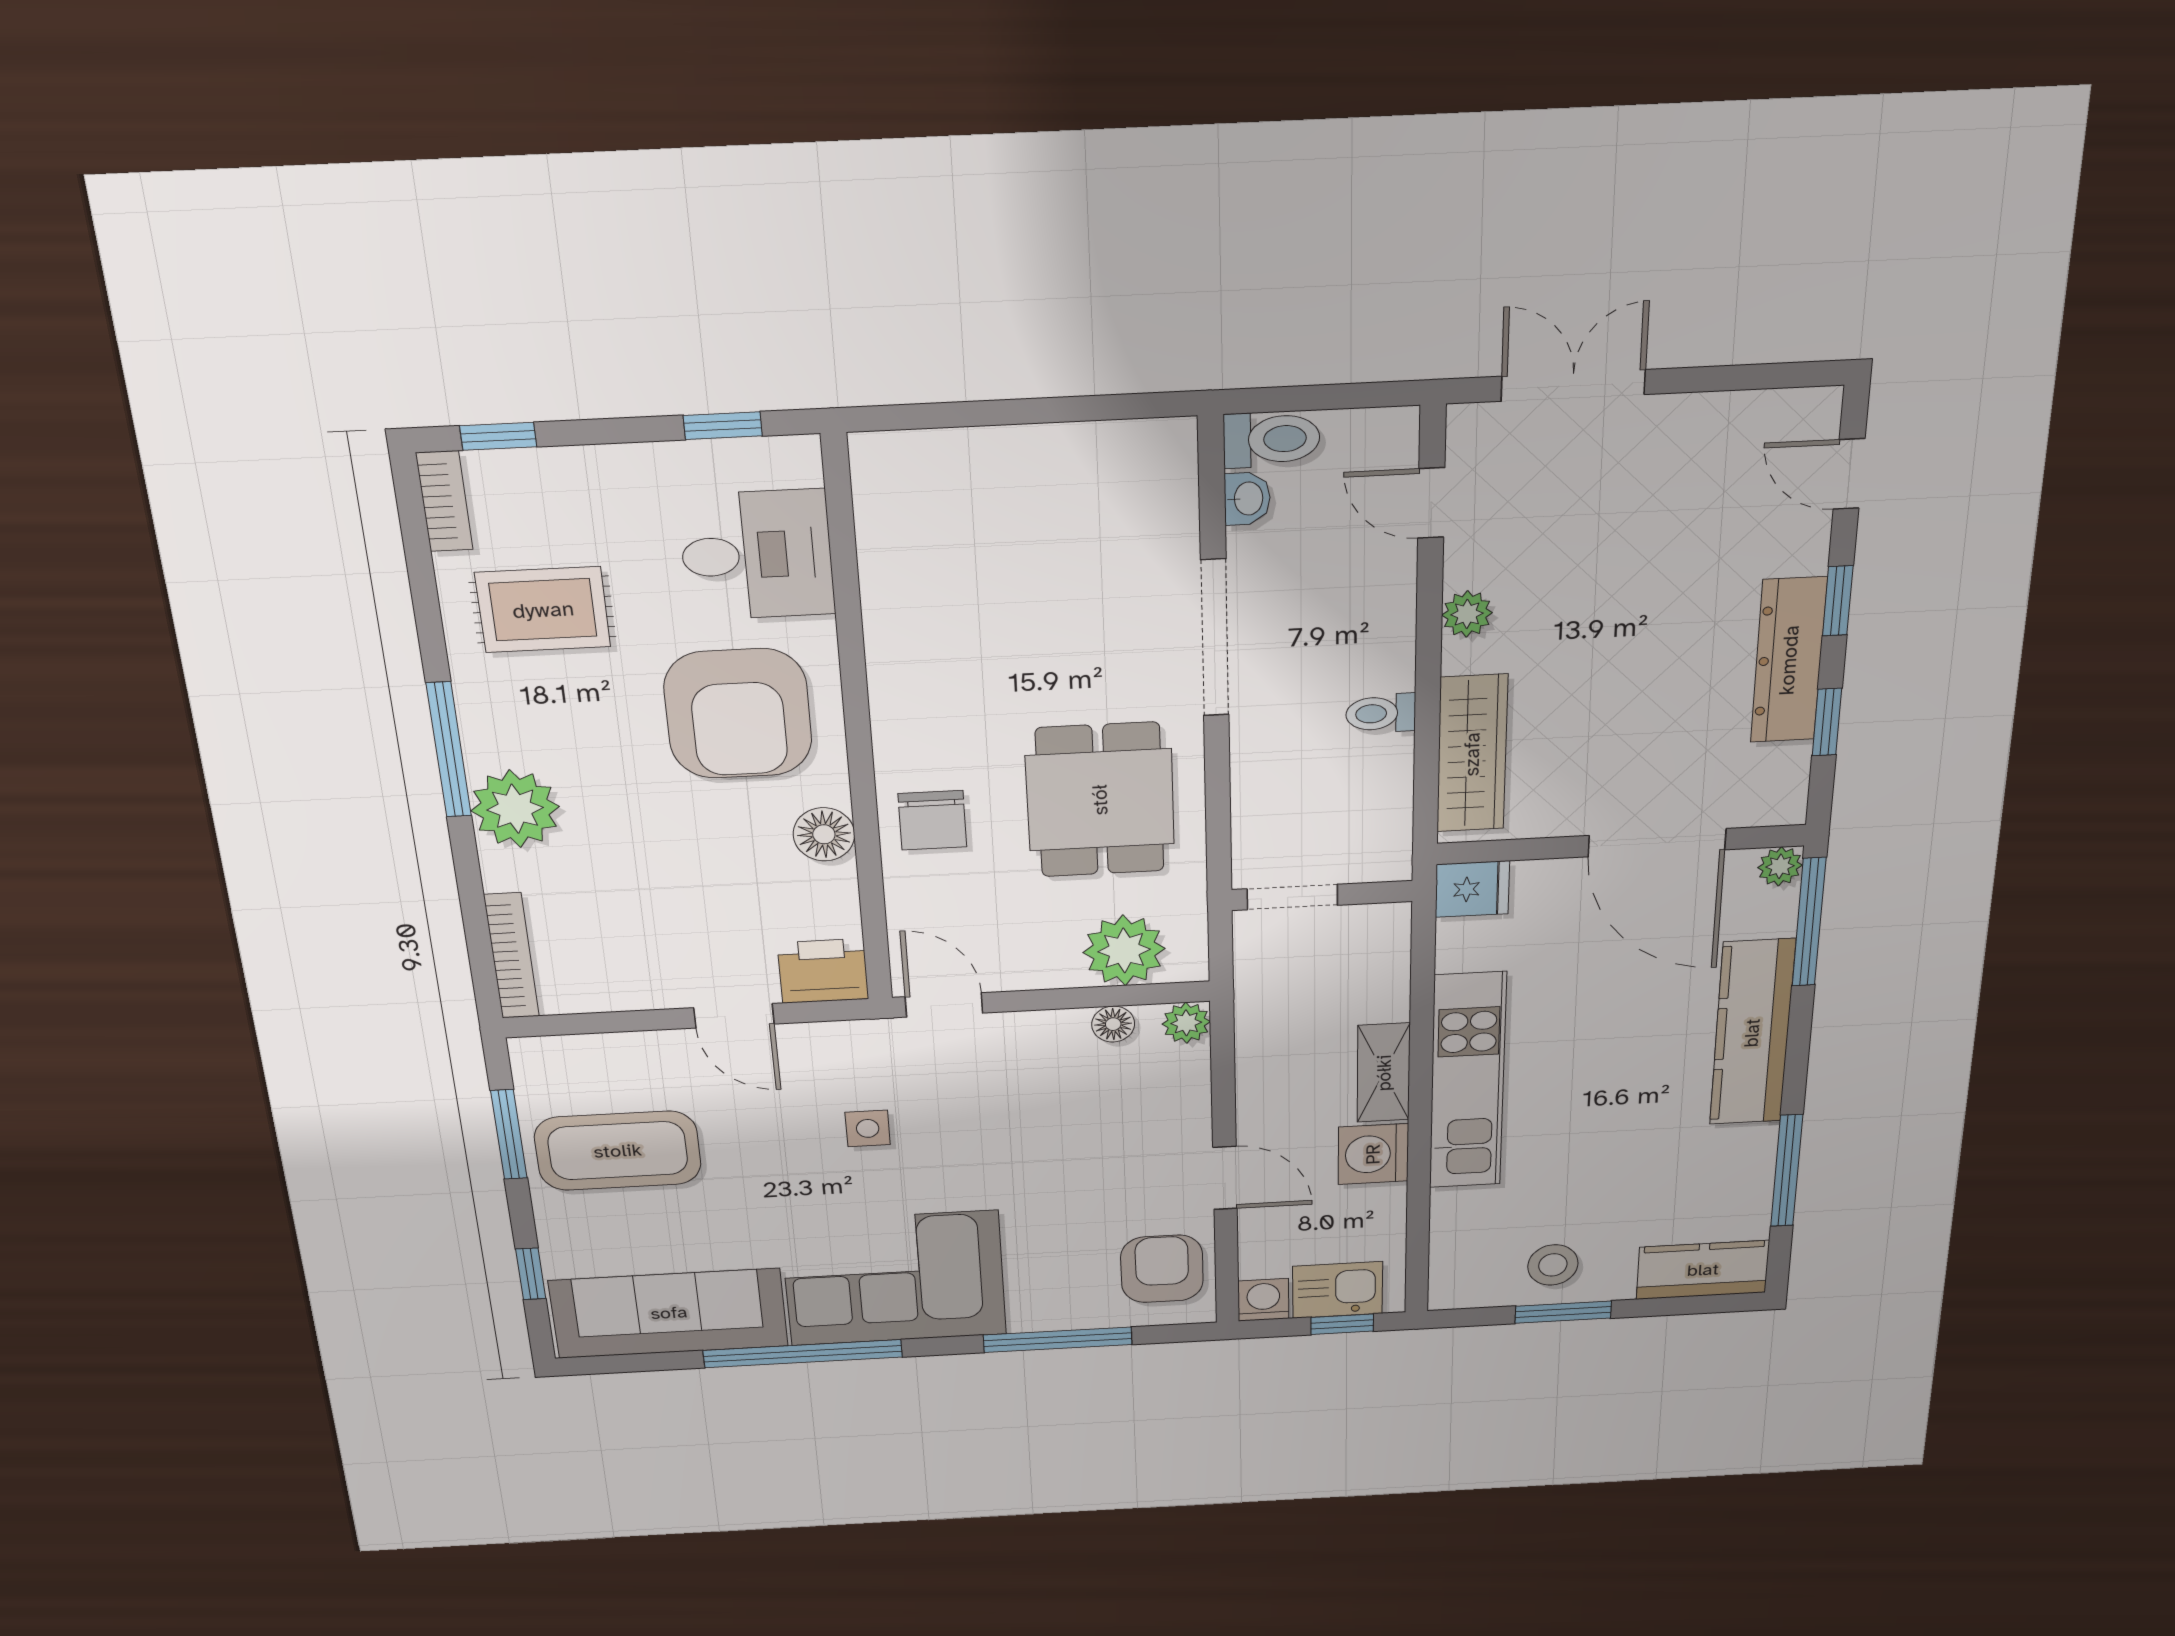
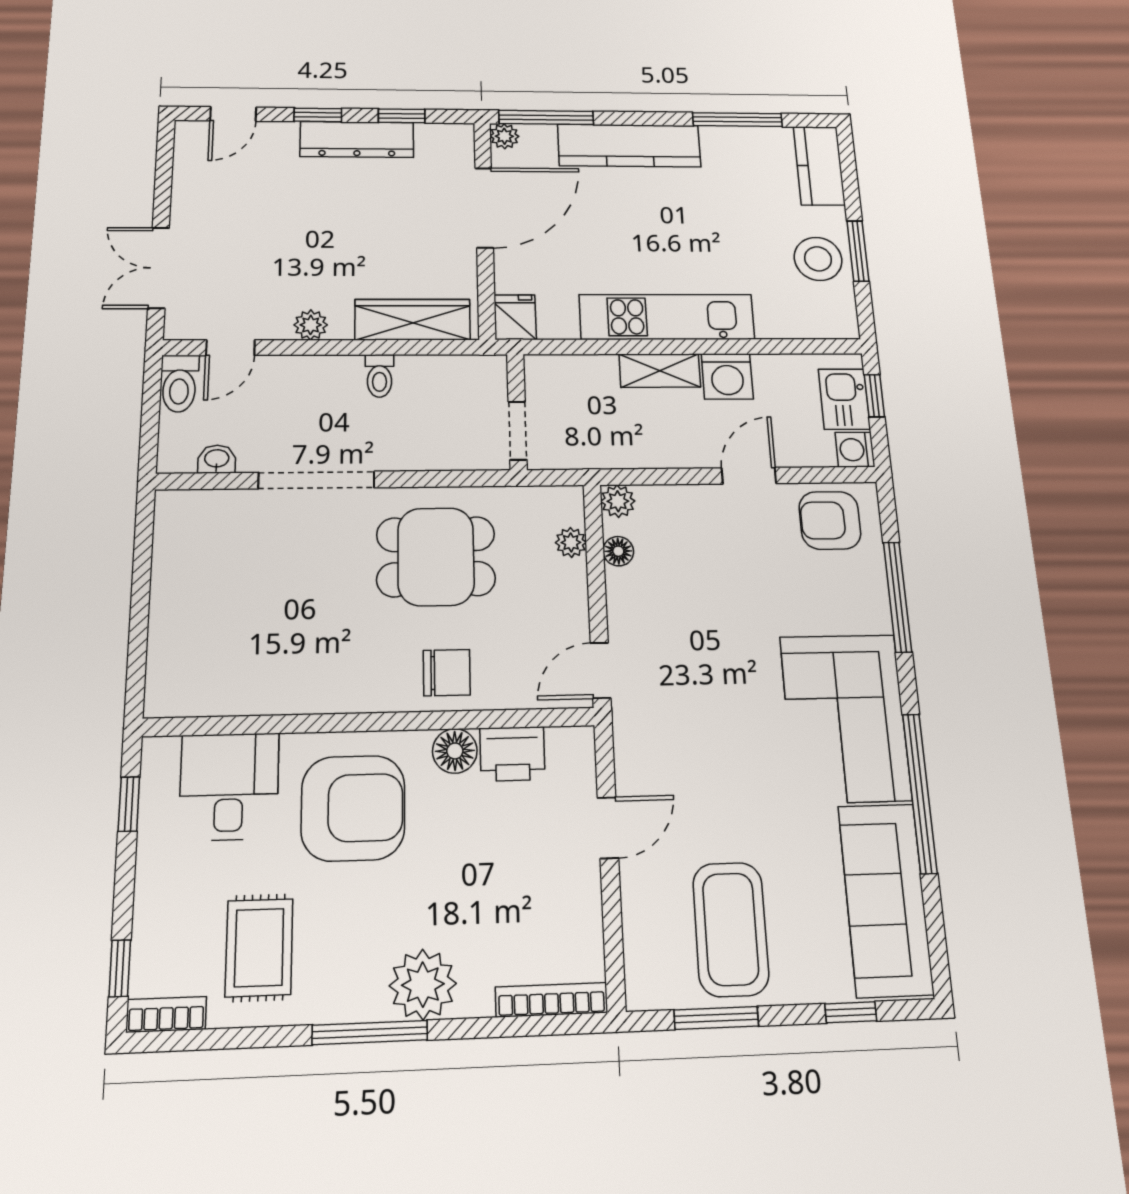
toilet: (1272, 439) -> (179, 383), moved, turned 180
plant: (1124, 950) -> (571, 542), width x0.53, depth x0.53
printer: (823, 971) -> (512, 754), moved, turned -90
side table: (868, 1128) -> (708, 732), removed
stool: (1553, 1265) -> (818, 259), width x1.38, depth x1.38

